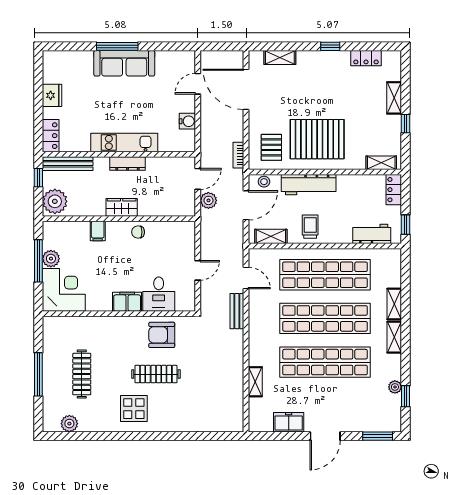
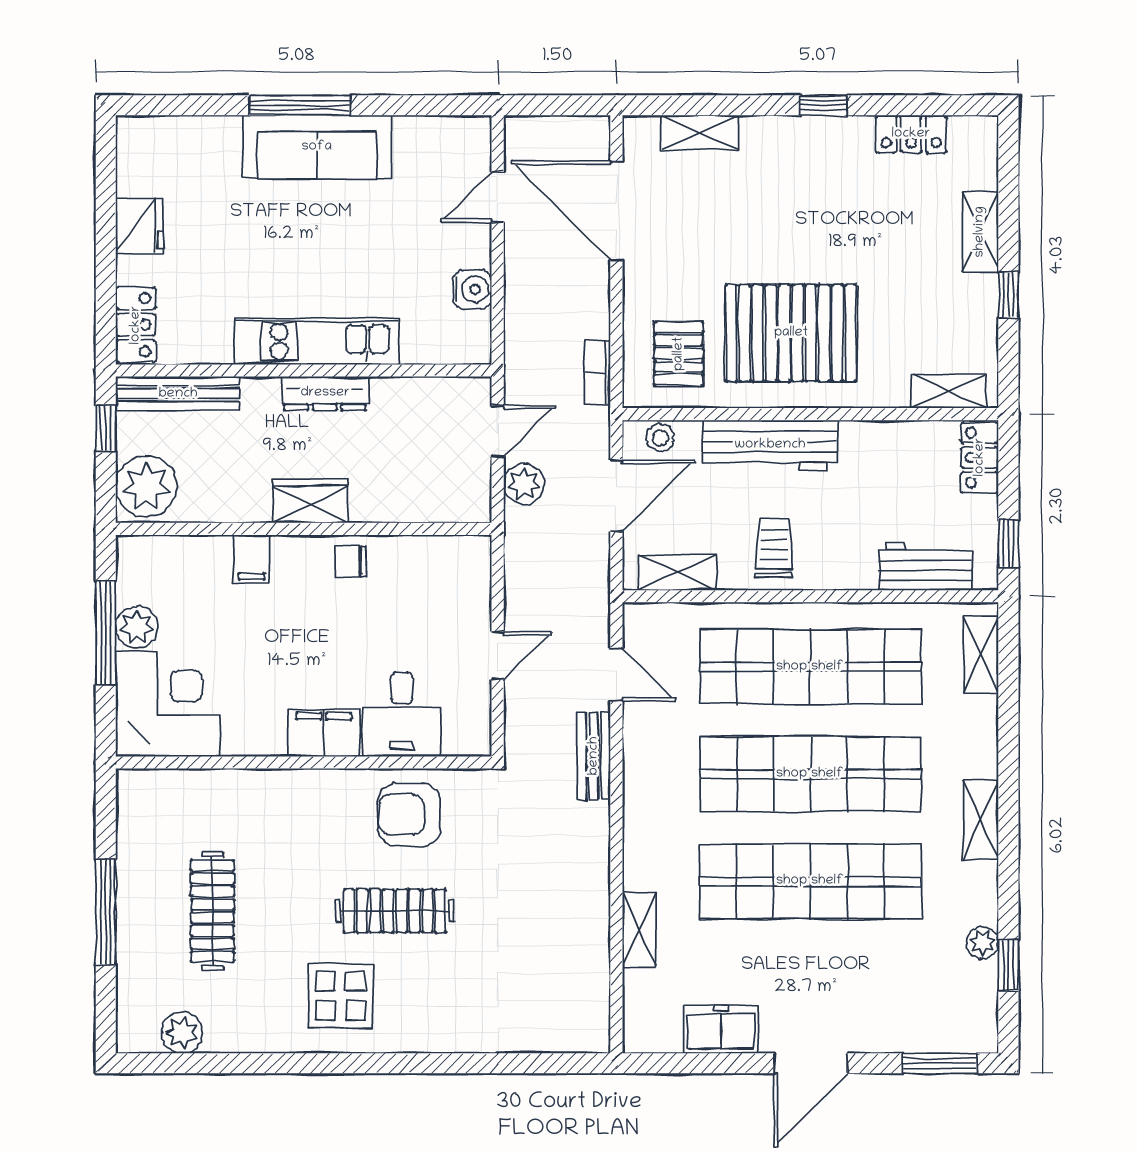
shelving: (394, 304) -> (981, 655), moved

